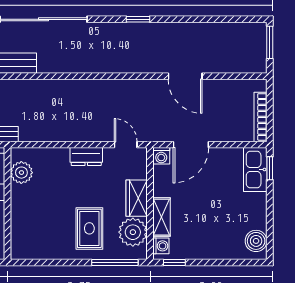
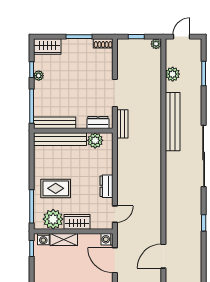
bench: (20, 222) -> (60, 139), added

